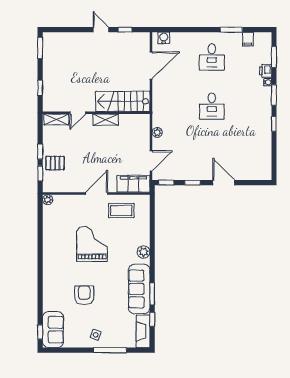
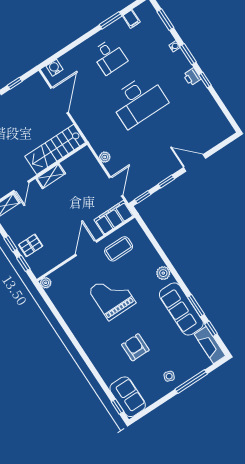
printer: (266, 71) -> (192, 77), moved
desk: (212, 106) -> (138, 101), width x1.87, depth x1.30

